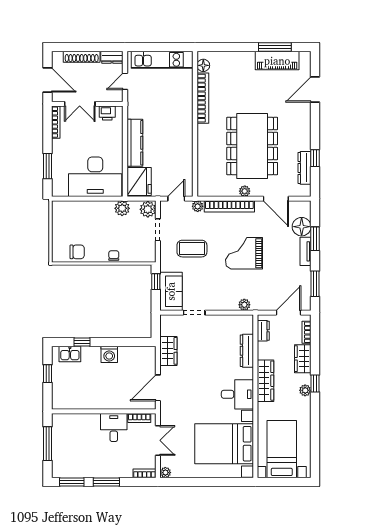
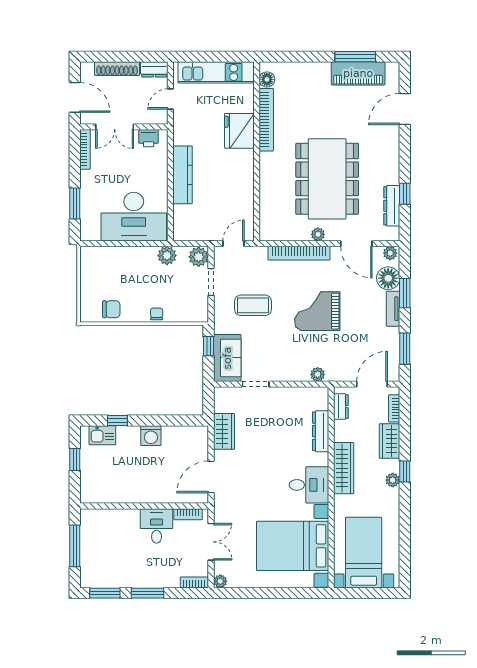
fridge: (139, 182) -> (239, 131), moved, turned 180
plant: (198, 206) -> (390, 253), moved

